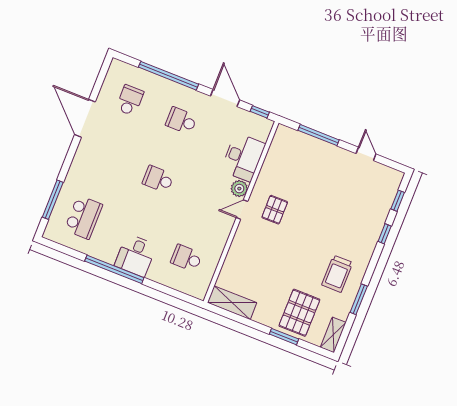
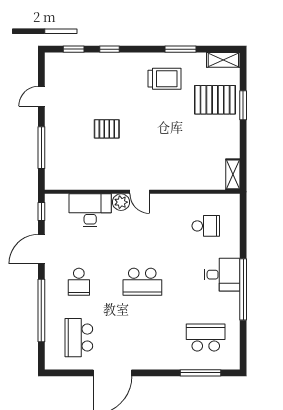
school desk: (130, 100) -> (79, 338), width x1.85
school desk: (158, 179) -> (142, 282), width x1.85
pallet: (275, 210) -> (107, 129), moved
school desk: (186, 258) -> (206, 226), turned -90
shelving: (232, 303) -> (233, 174), width x0.67, depth x0.75

